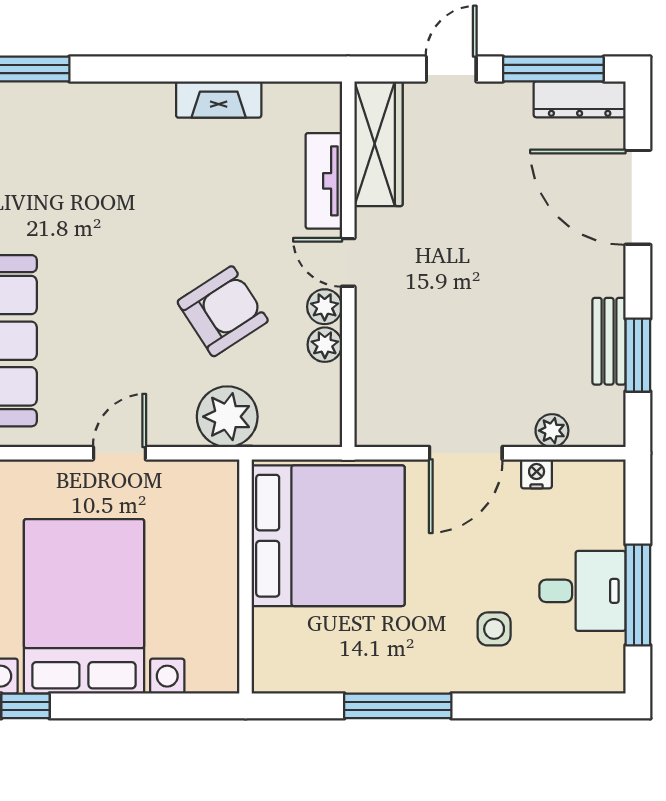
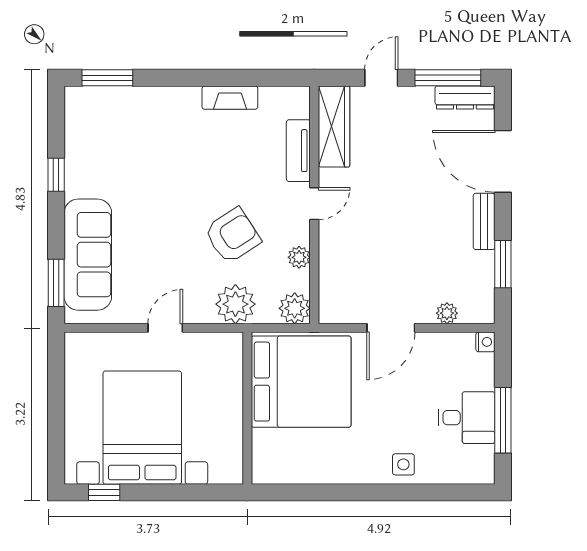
door: (348, 262) -> (314, 204), swing flipped
plant: (325, 307) -> (295, 308), moved, width x1.38, depth x1.38
bench: (609, 341) -> (484, 221), moved
nightstand: (537, 474) -> (485, 342), moved, turned 90
side table: (494, 629) -> (403, 464), moved
window: (398, 706) -> (347, 492), removed

